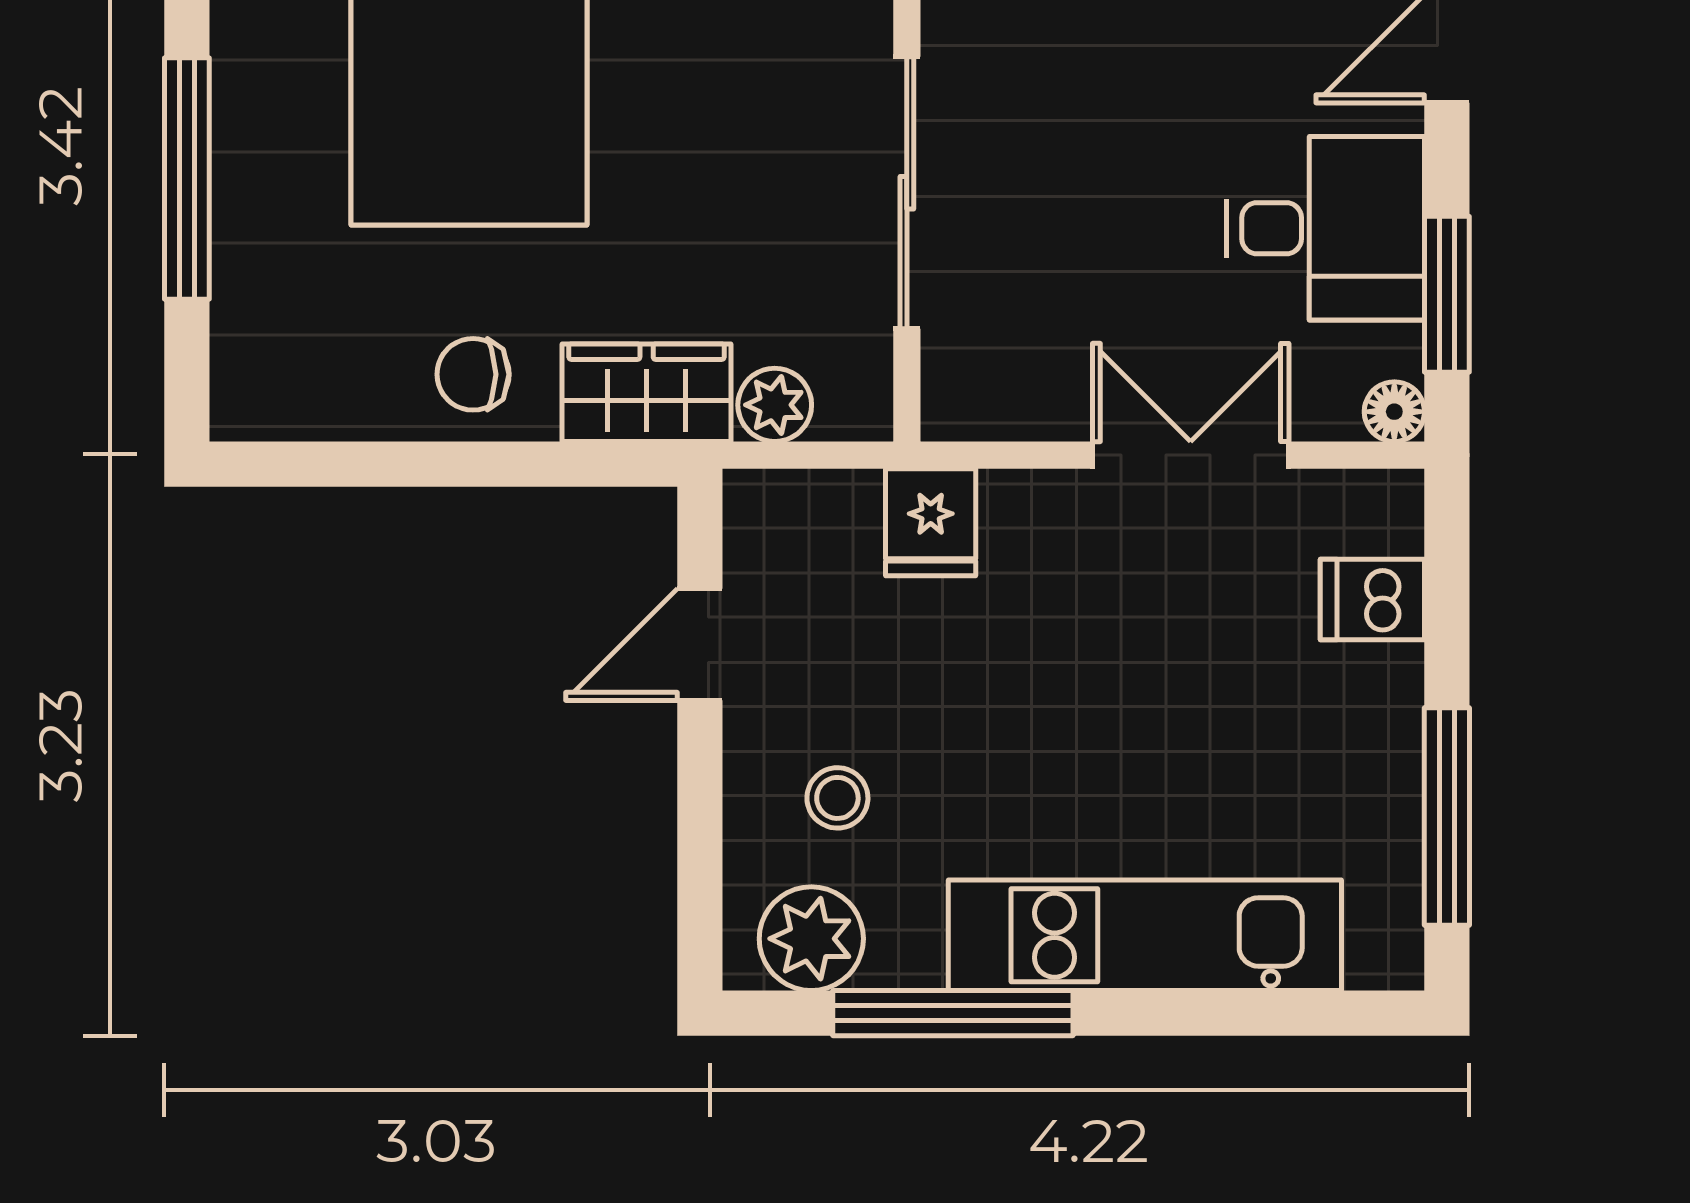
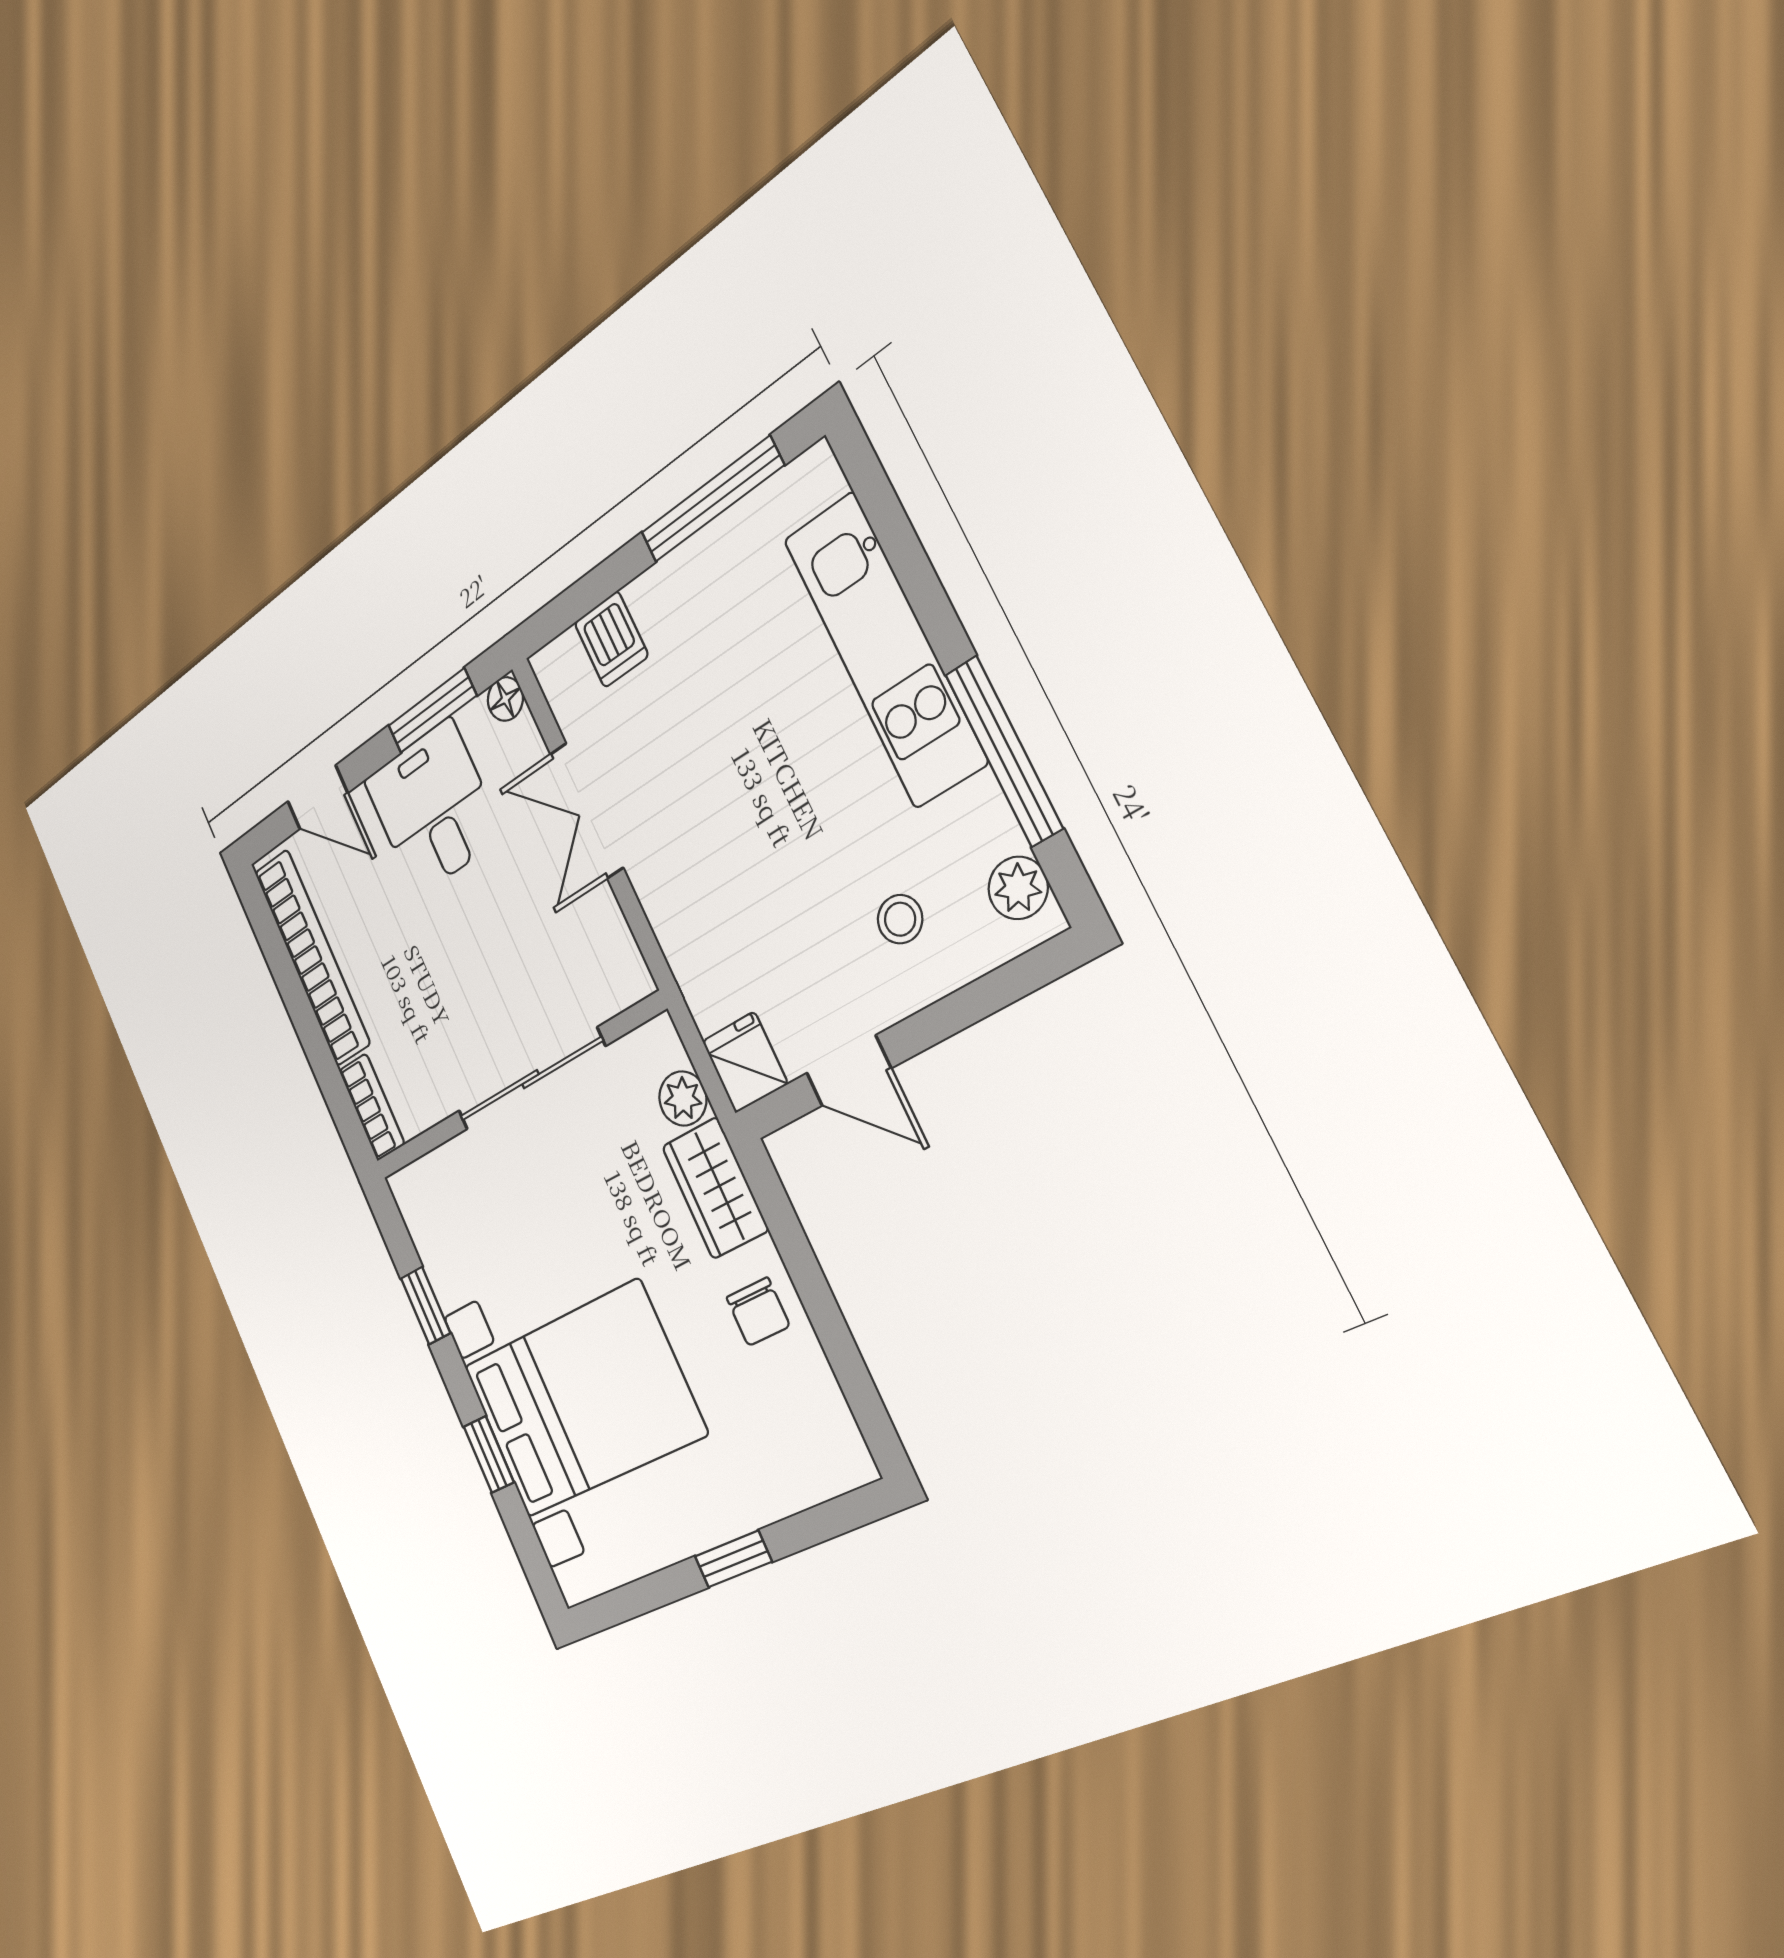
window: (187, 178) -> (733, 1559), width x0.46
fridge: (931, 522) -> (745, 1062), moved, turned -90
plant: (811, 939) -> (1018, 888), width x0.73, depth x0.73

